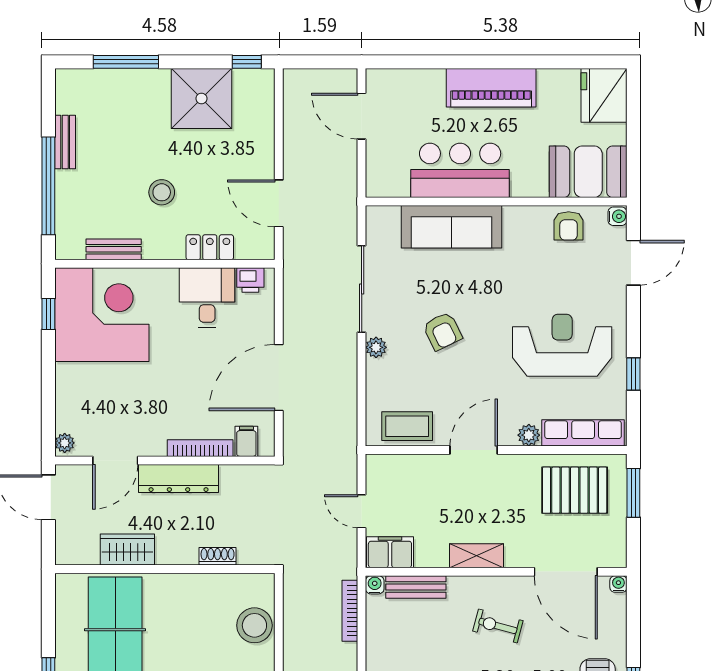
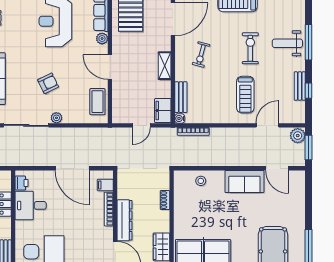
stool: (254, 625) -> (201, 181), width x0.53, depth x0.53

